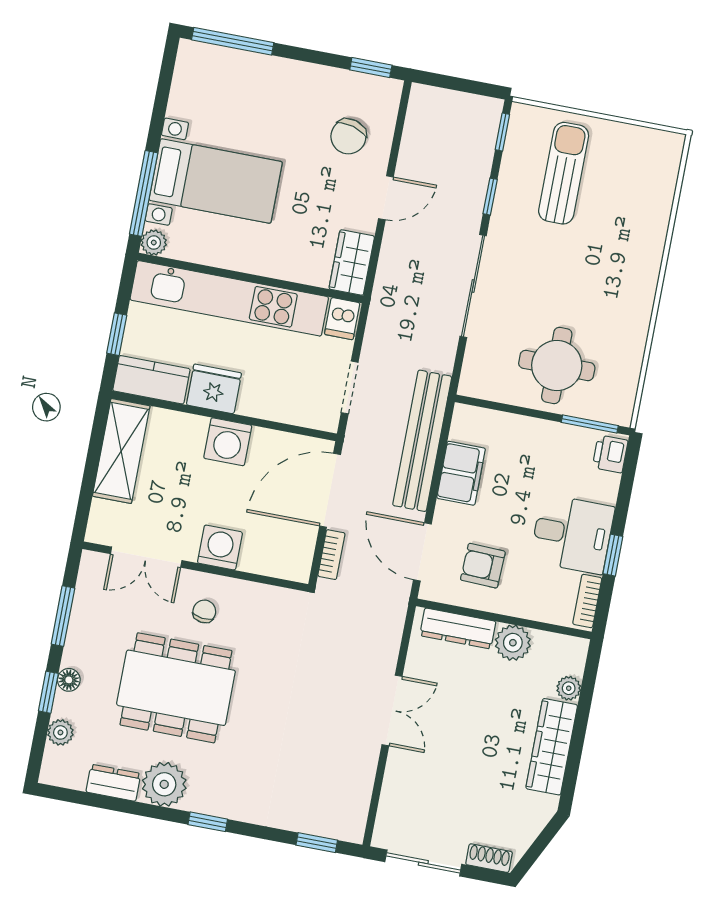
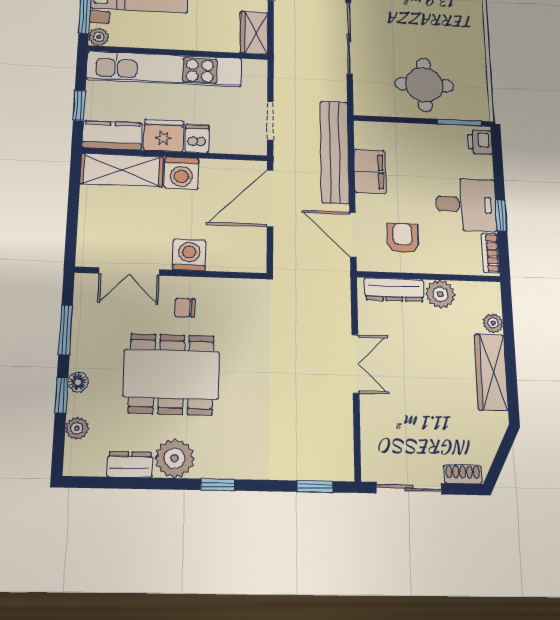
dishwasher: (342, 319) -> (197, 139), moved, turned 180
shelving: (121, 451) -> (122, 170), moved, turned 90
bookcase: (331, 555) -> (281, 247), removed
armchair: (483, 566) -> (403, 238), turned 88
chair: (204, 611) -> (185, 308), turned -97

